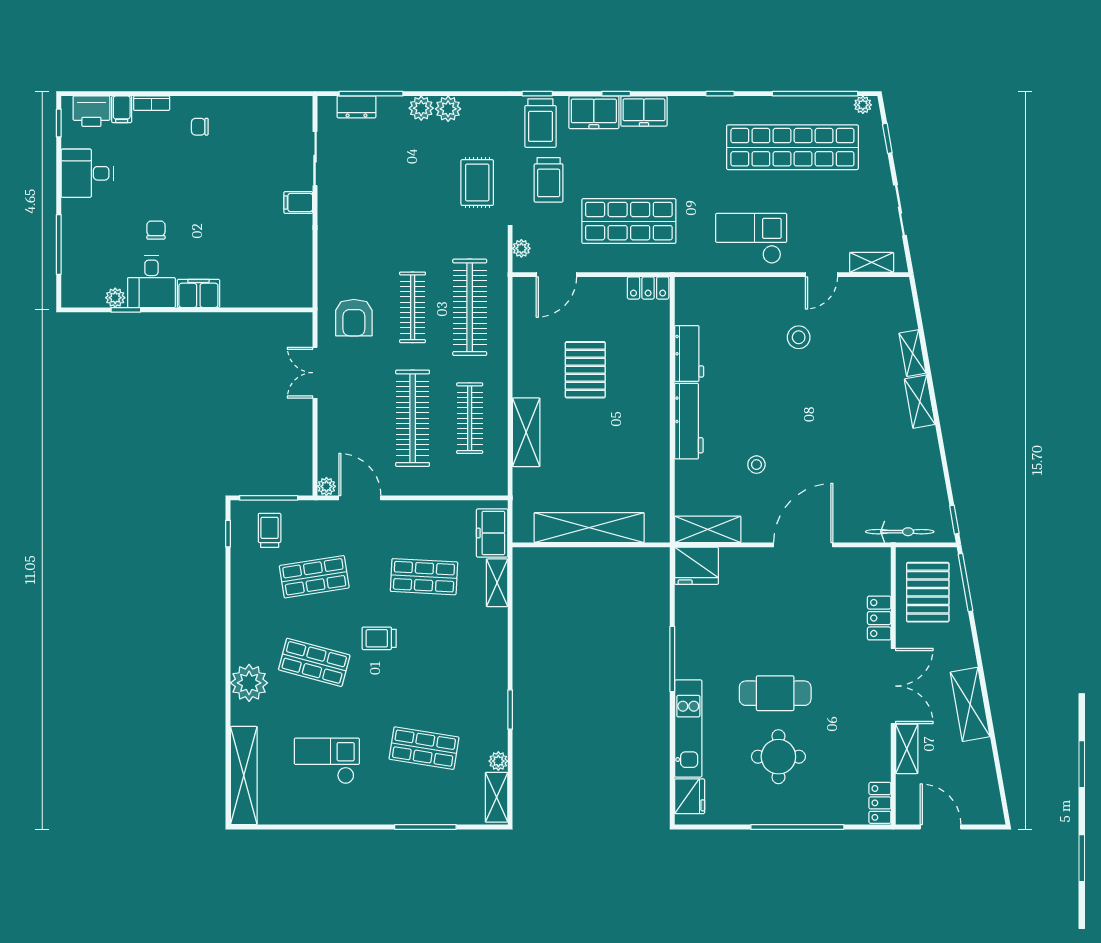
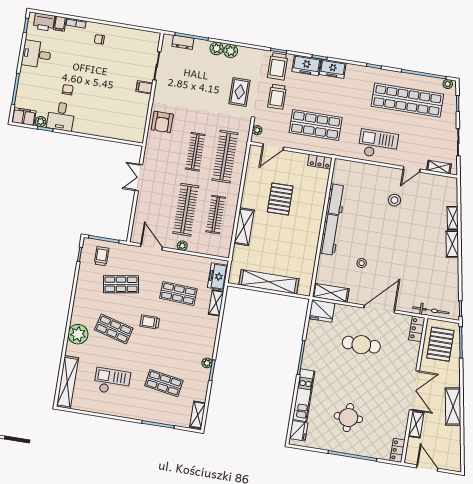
filing cabinet: (198, 293) -> (24, 117), moved
armchair: (354, 318) -> (162, 122), moved
plant: (326, 486) -> (182, 246), moved
locker: (879, 618) -> (417, 329), moved
cafe table: (775, 693) -> (361, 345), moved
plant: (498, 761) -> (207, 363), moved

